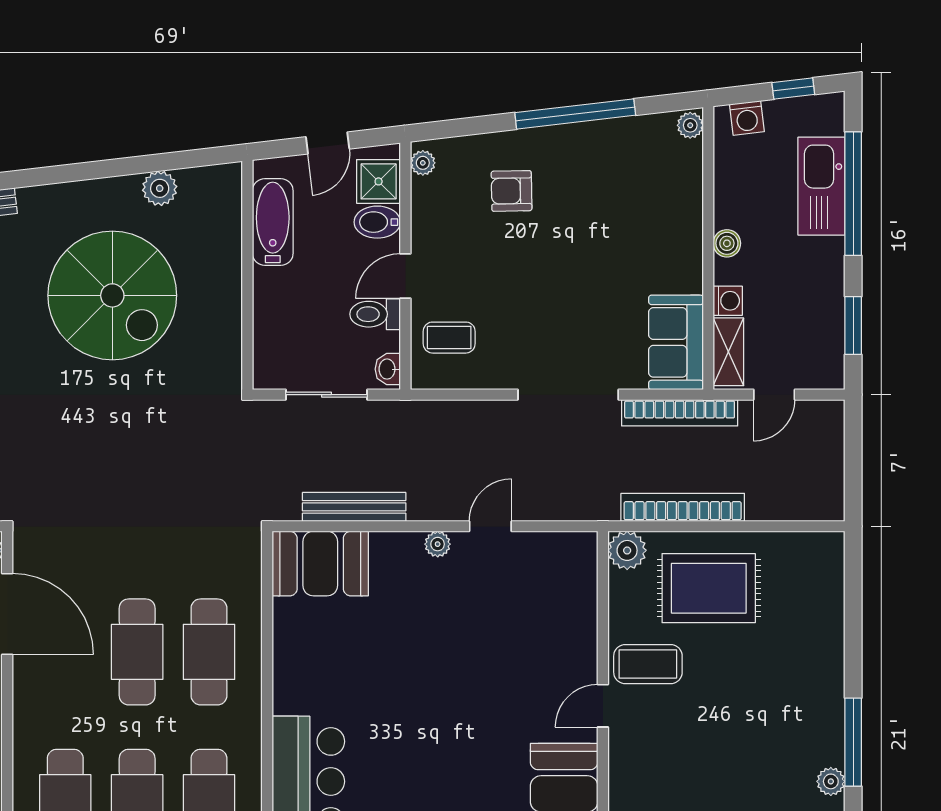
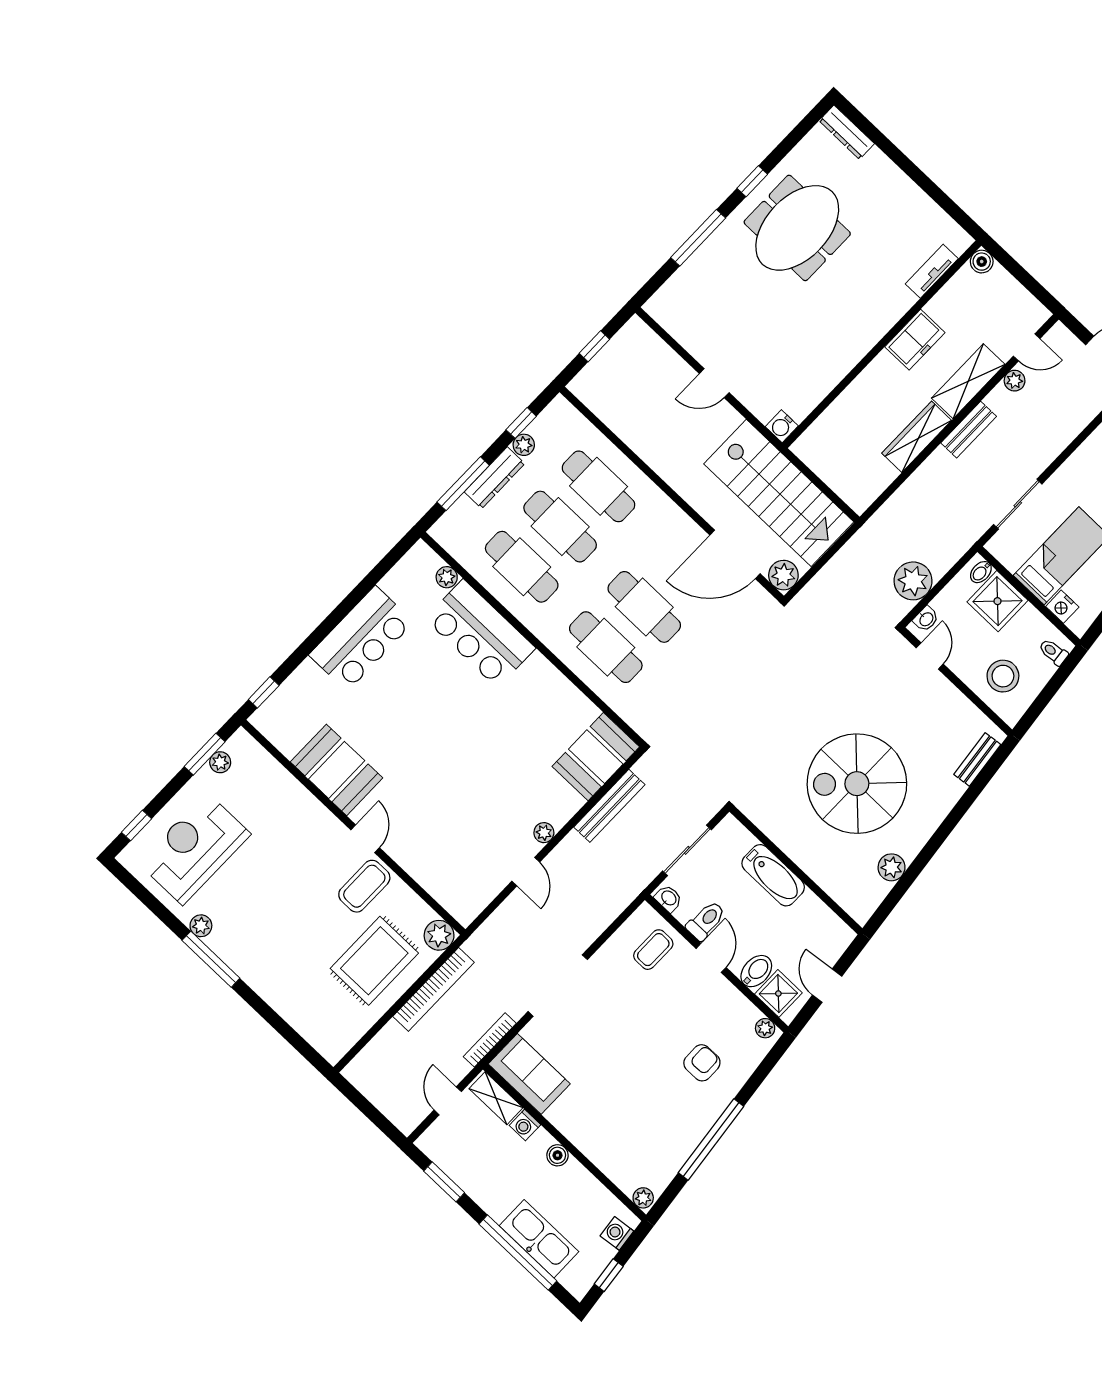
bathtub: (273, 222) -> (773, 875), moved
bookcase: (680, 413) -> (490, 1040), width x0.68, depth x0.76

